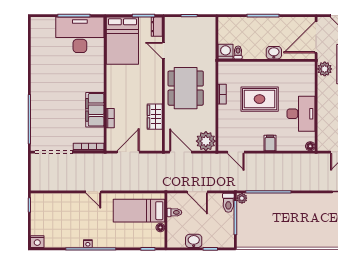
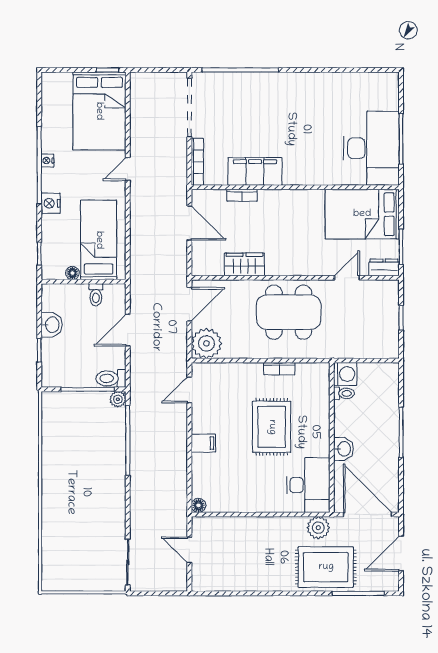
desk: (301, 114) -> (308, 485), moved, turned -90
bed: (56, 210) -> (99, 111), added
nightstand: (37, 242) -> (51, 203), moved

